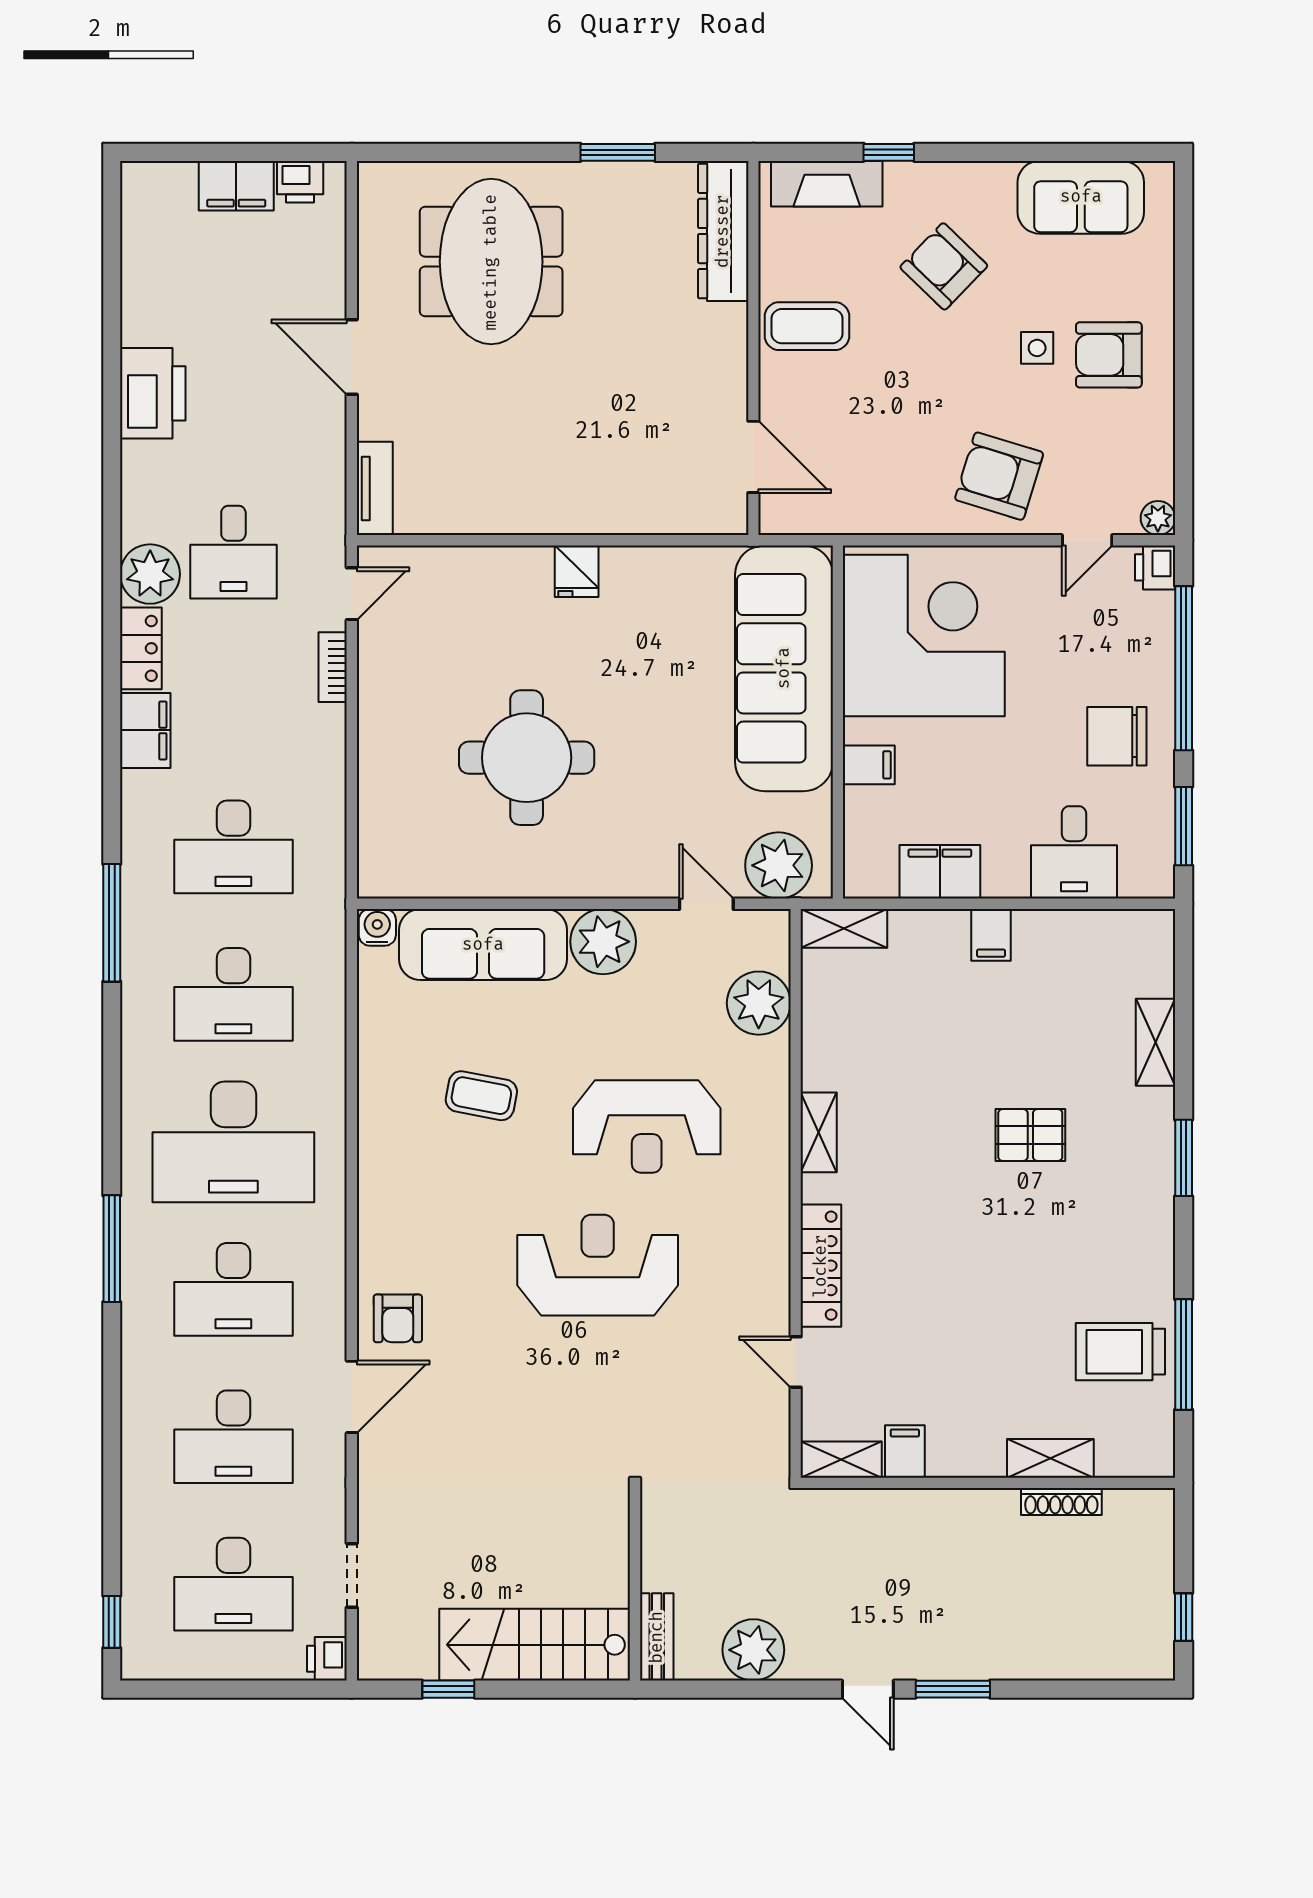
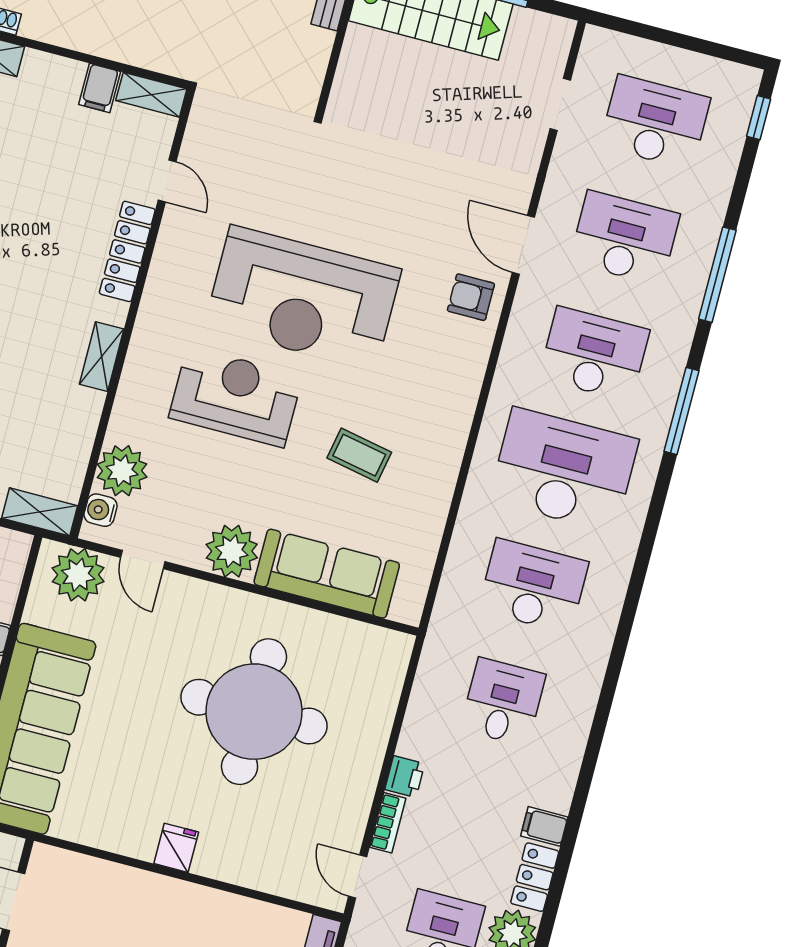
door: (352, 594) -> (358, 877), hinge flipped
filing cabinet: (145, 730) -> (544, 826), width x0.50
round table: (527, 758) -> (254, 712), width x1.36, depth x1.36
desk: (233, 847) -> (503, 702), width x0.73
window: (112, 923) -> (717, 275), moved
water cooler: (377, 927) -> (101, 510), moved, turned 90
reception desk: (598, 1265) -> (303, 298), width x1.36, depth x1.30
armchair: (398, 1318) -> (471, 297), turned -90
door: (352, 1397) -> (523, 245), hinge flipped
printer: (327, 1659) -> (405, 777), moved

